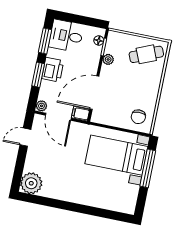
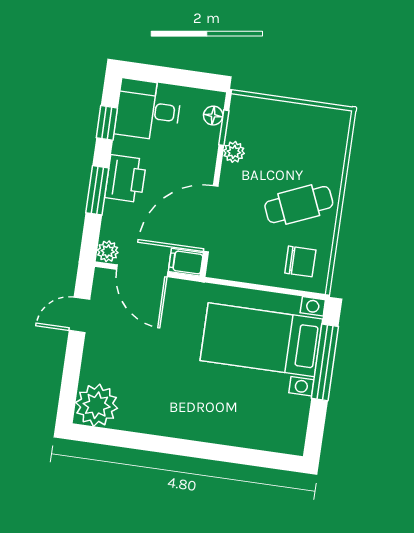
window: (45, 41) -> (107, 123), width x0.67
cafe table: (146, 54) -> (299, 205), moved
chair: (138, 117) -> (300, 261), turned -90

